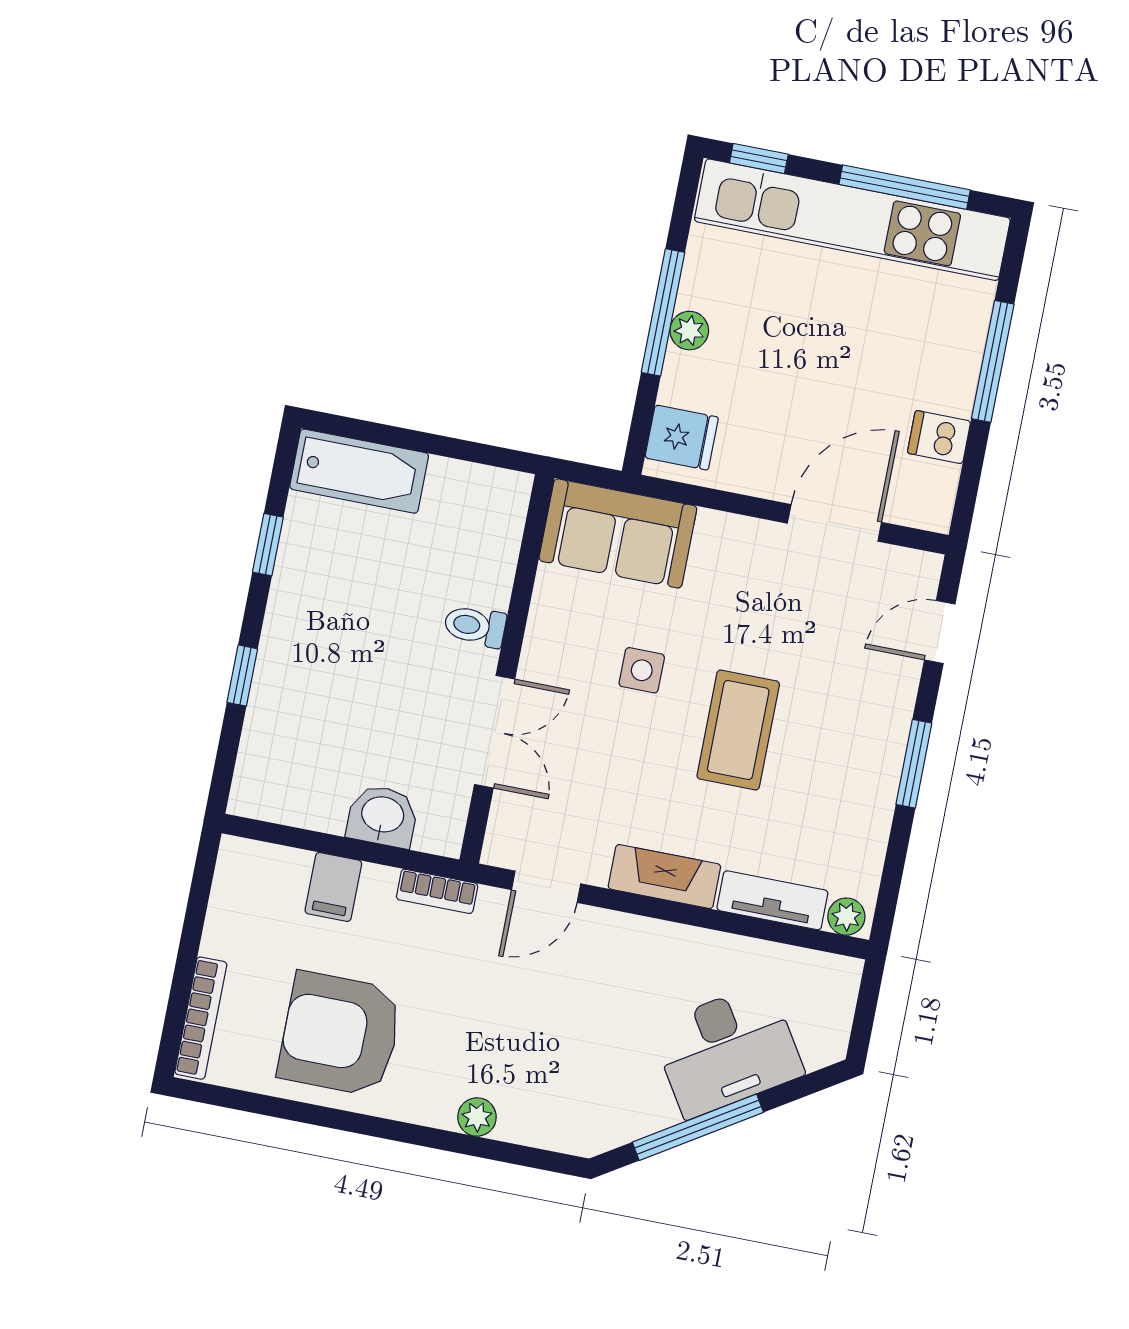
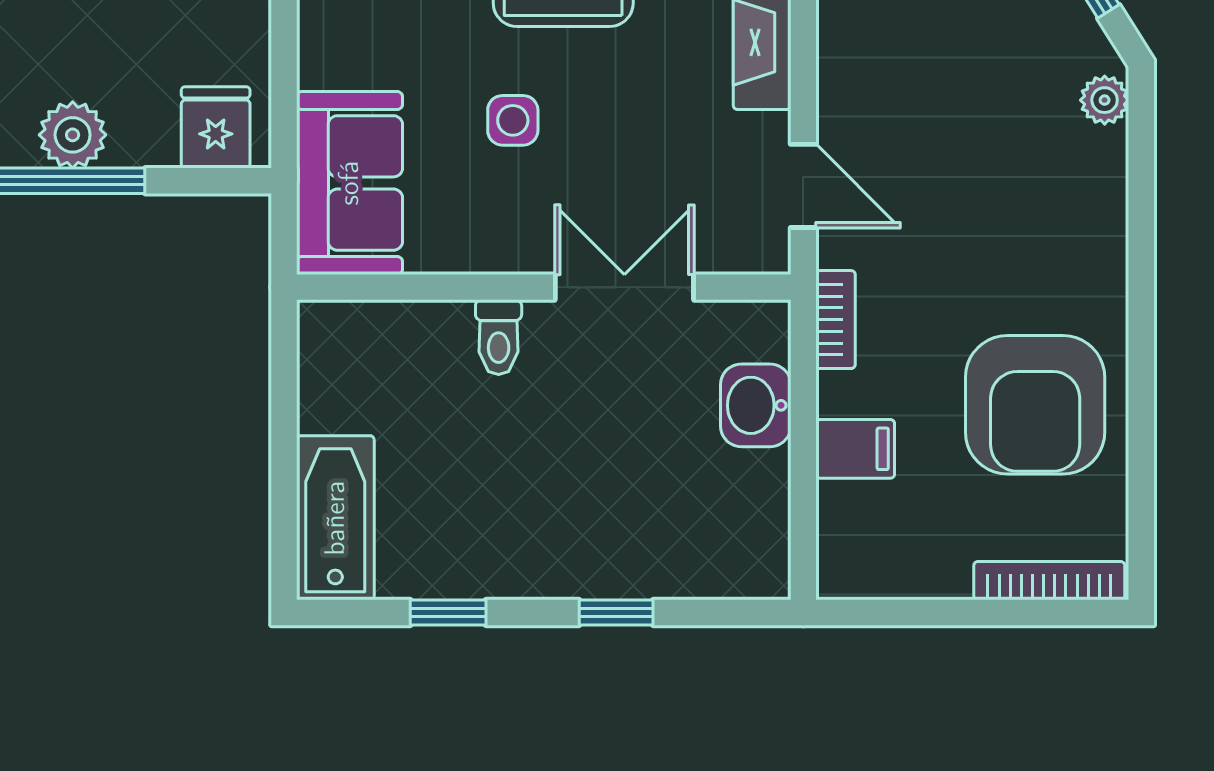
plant: (689, 331) -> (73, 135), width x1.38, depth x1.38
plant: (477, 1117) -> (1105, 100), moved

